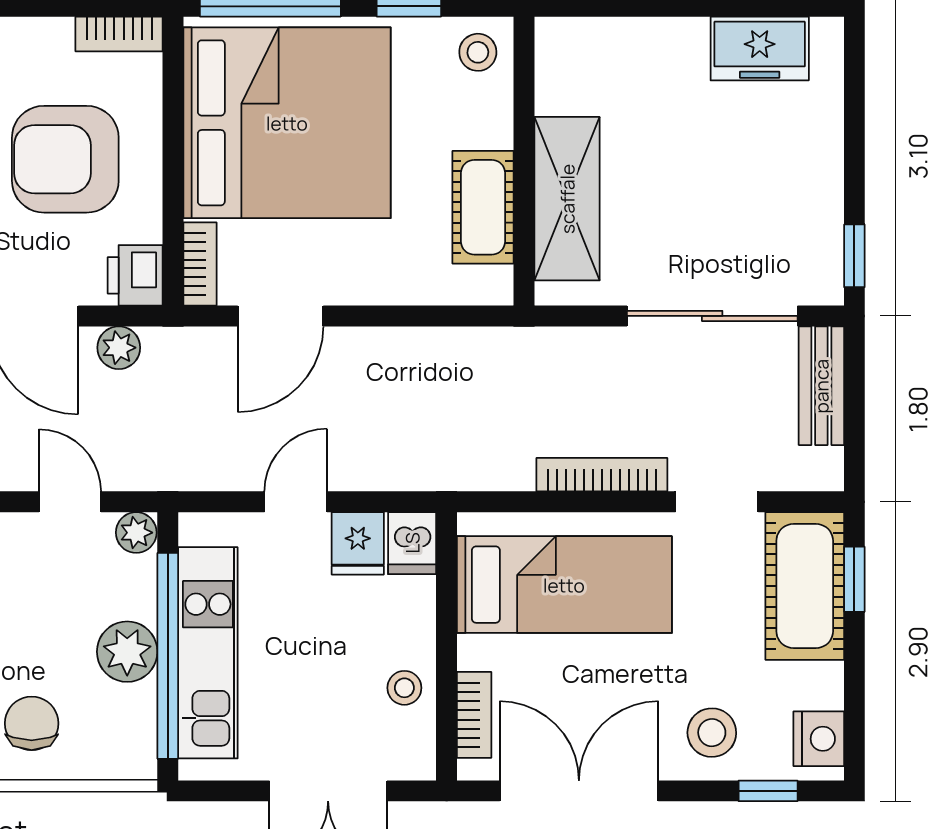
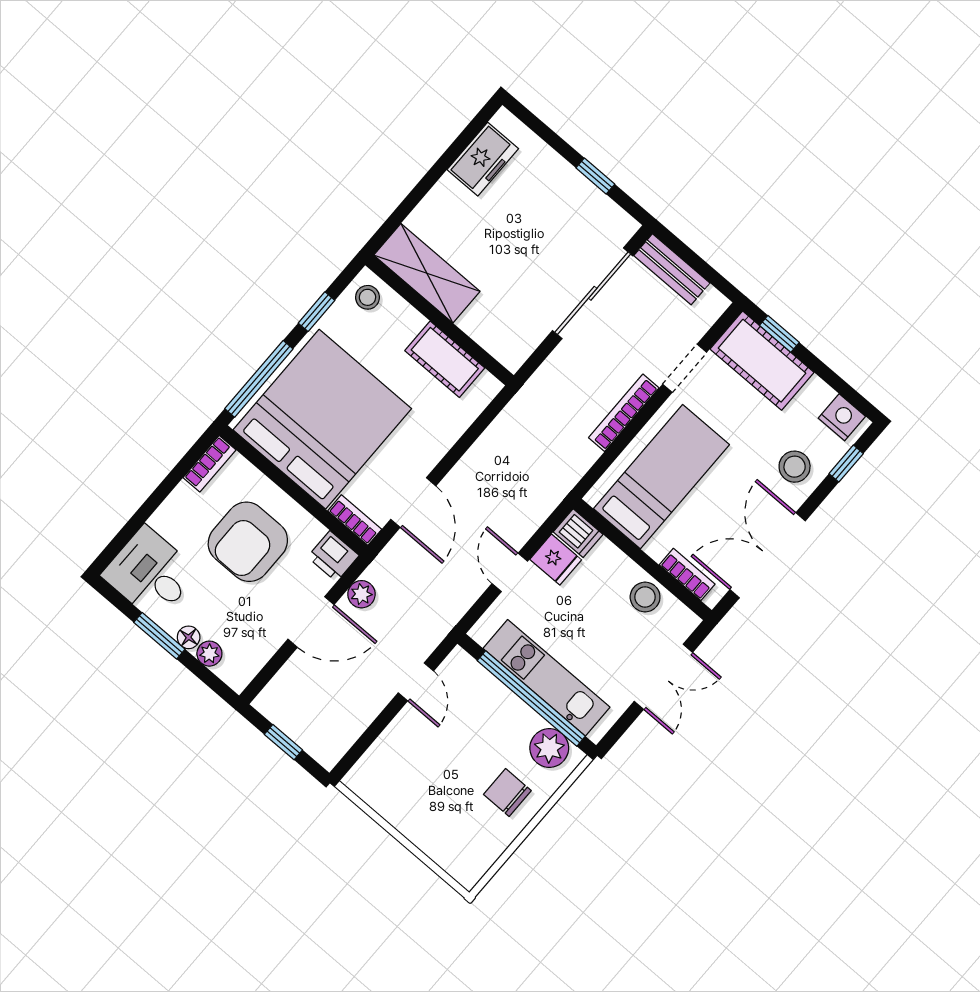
shelving: (567, 199) -> (427, 273), moved
window: (854, 256) -> (595, 176), moved
door: (70, 502) -> (416, 682), swing flipped
plant: (136, 533) -> (458, 663), removed
plant: (127, 652) -> (549, 748), moved
stool: (404, 688) -> (645, 597), width x1.37, depth x1.37

